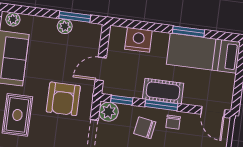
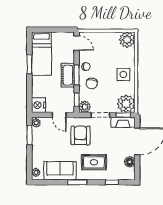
plant: (65, 26) -> (36, 123), moved
nightstand: (138, 40) -> (39, 105), moved
armchair: (63, 99) -> (80, 135), turned -90
door: (213, 112) -> (77, 43), hinge flipped

